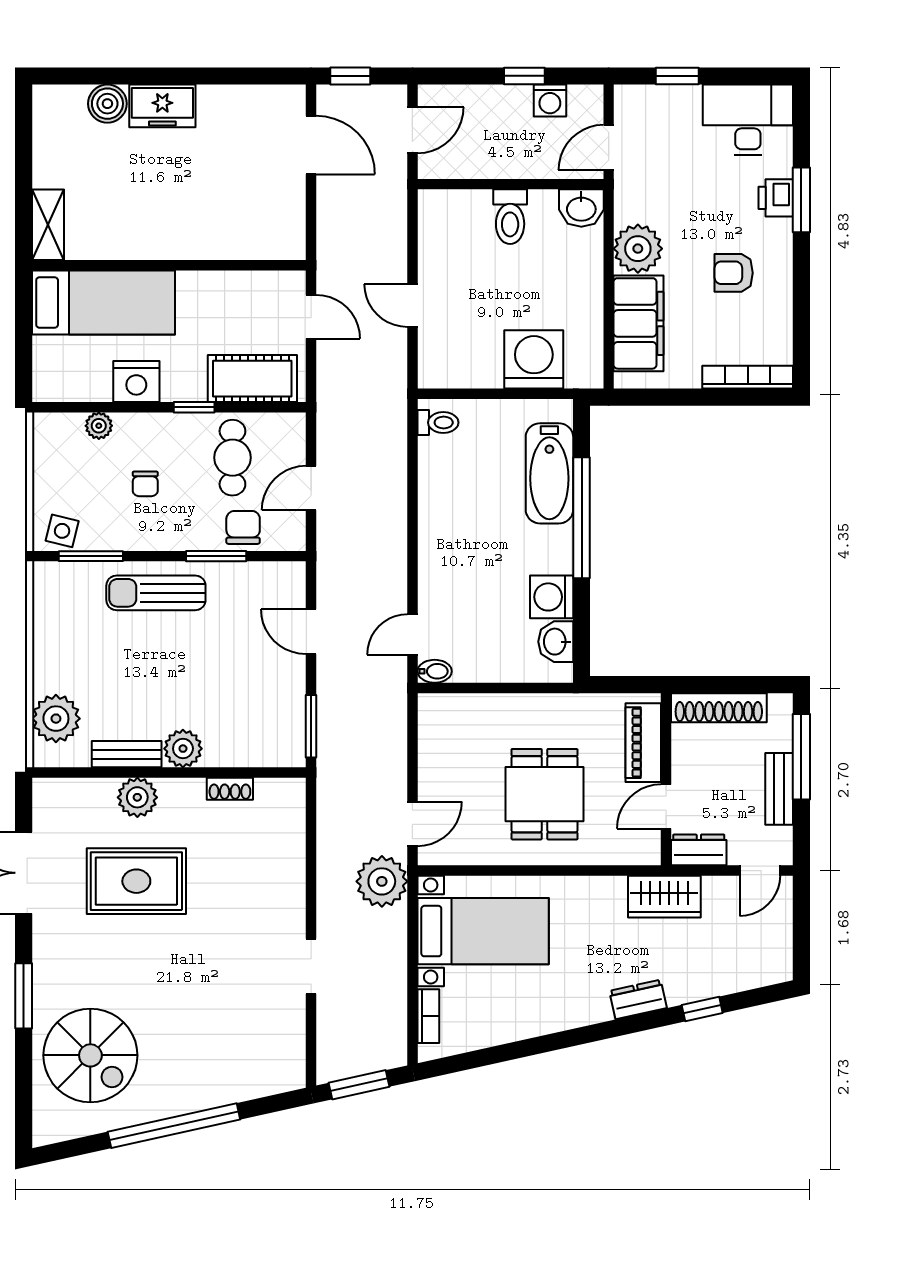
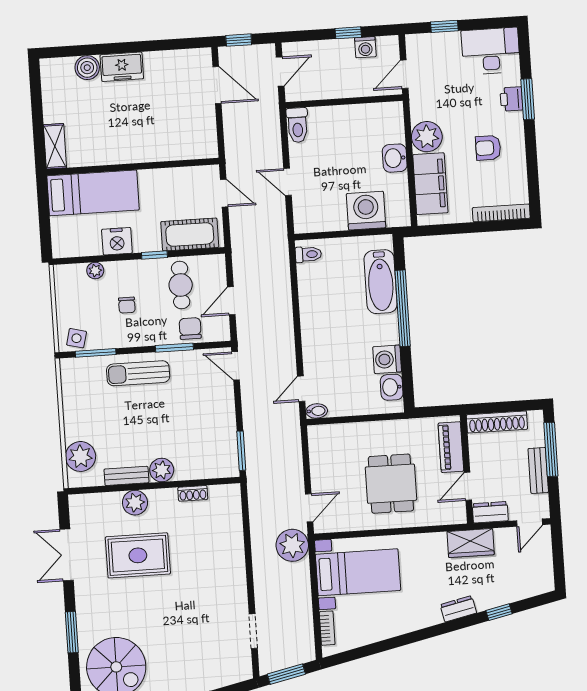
washbasin: (581, 208) -> (395, 158), moved, turned 90
toilet: (510, 217) -> (297, 125), moved
door: (311, 632) -> (236, 366), moved
doorway: (311, 966) -> (253, 631), moved

